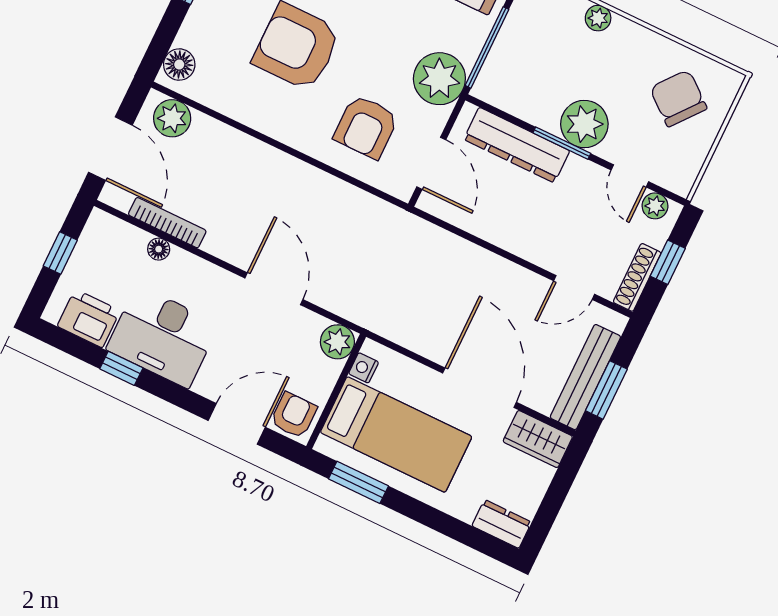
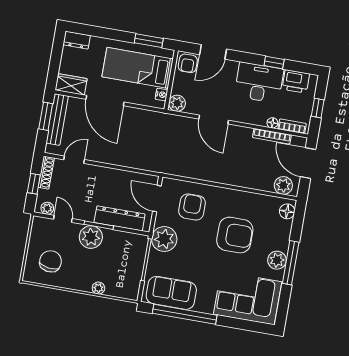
chair: (678, 98) -> (51, 261), turned -121
bookcase: (121, 231) -> (292, 126), added

